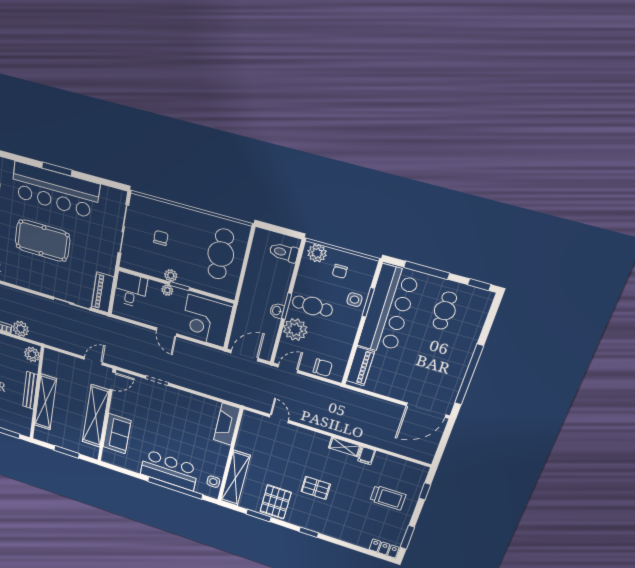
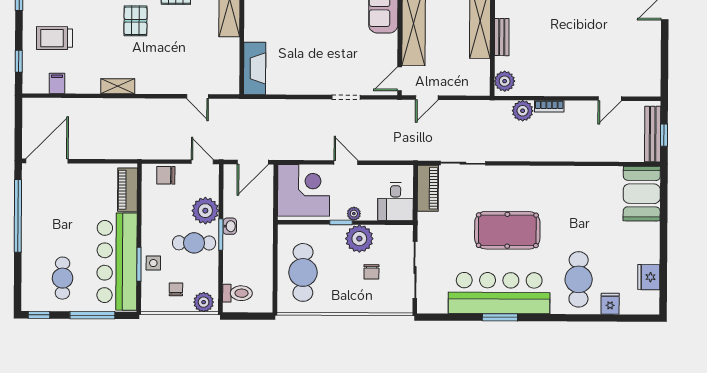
plant: (171, 275) -> (359, 239), width x1.87, depth x1.87
door: (288, 369) -> (202, 162), swing flipped
bench: (30, 390) -> (502, 37), width x0.73
filing cabinet: (367, 456) -> (57, 83), moved
pallet: (316, 488) -> (135, 21), turned 90

